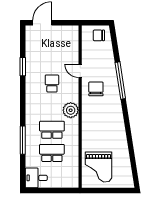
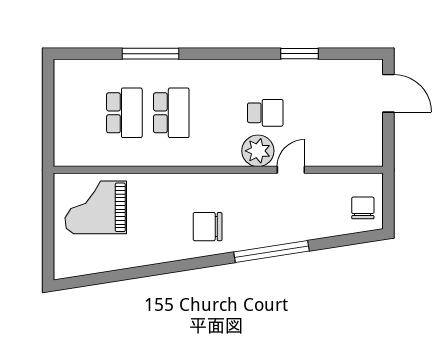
chair: (96, 89) -> (208, 227), moved, turned 180
plant: (71, 110) -> (258, 151), moved
desk: (36, 178) -> (74, 81), removed

